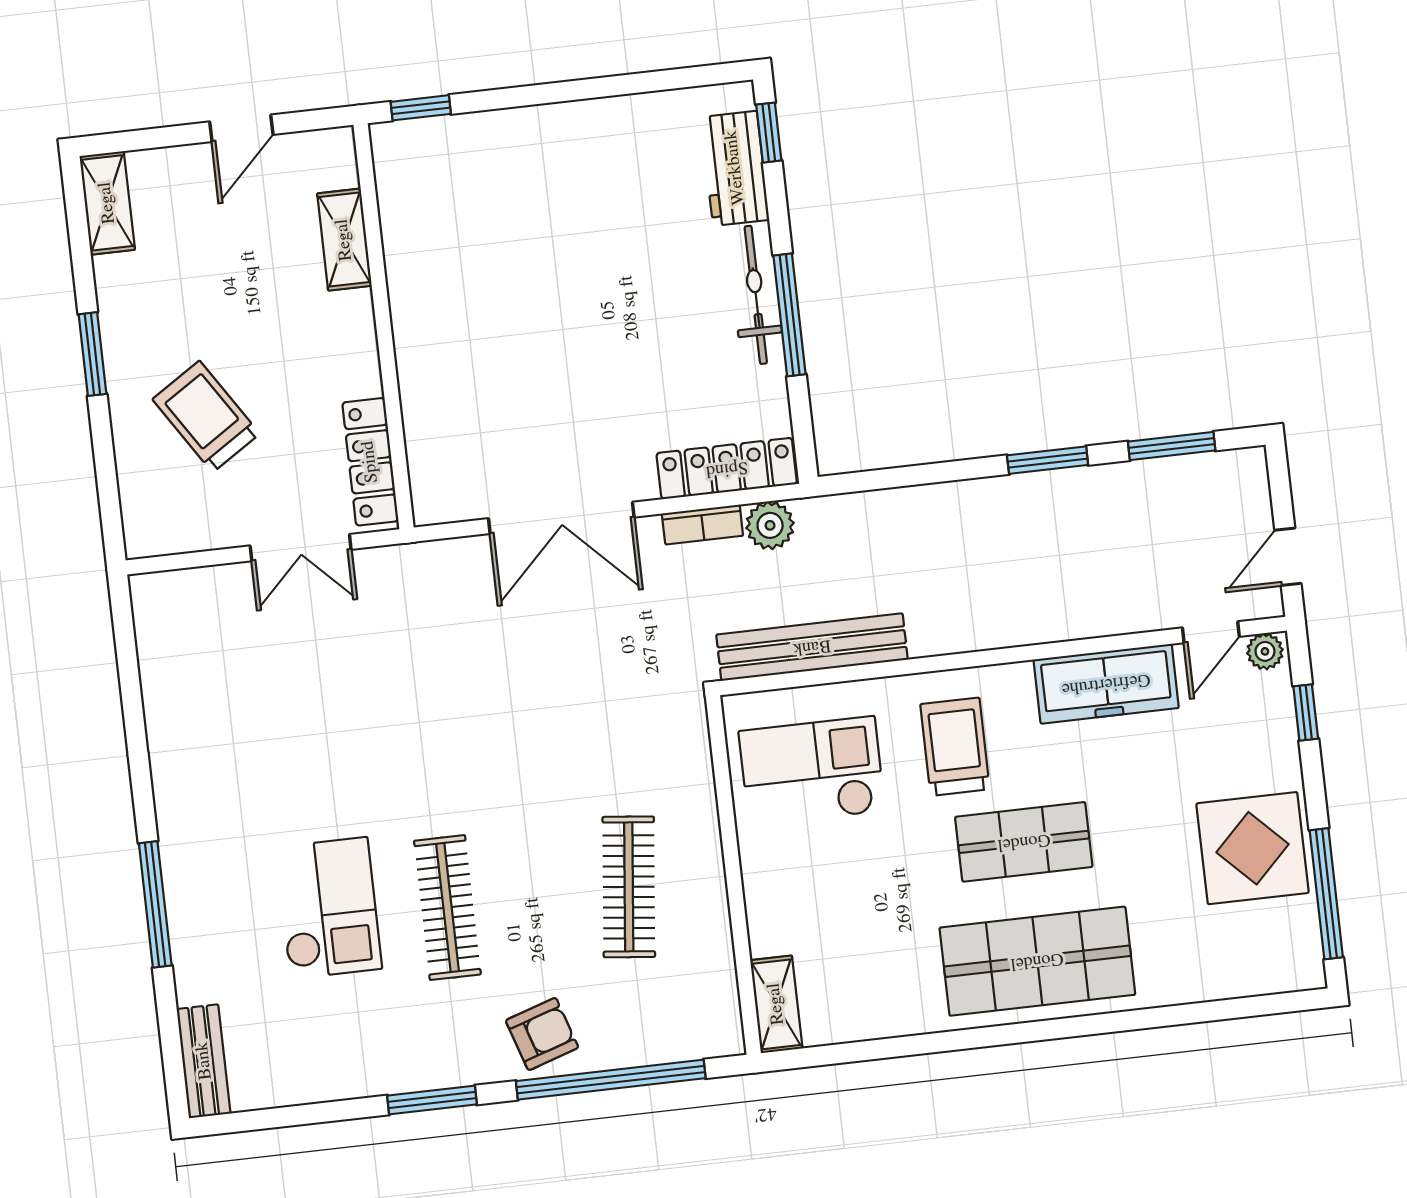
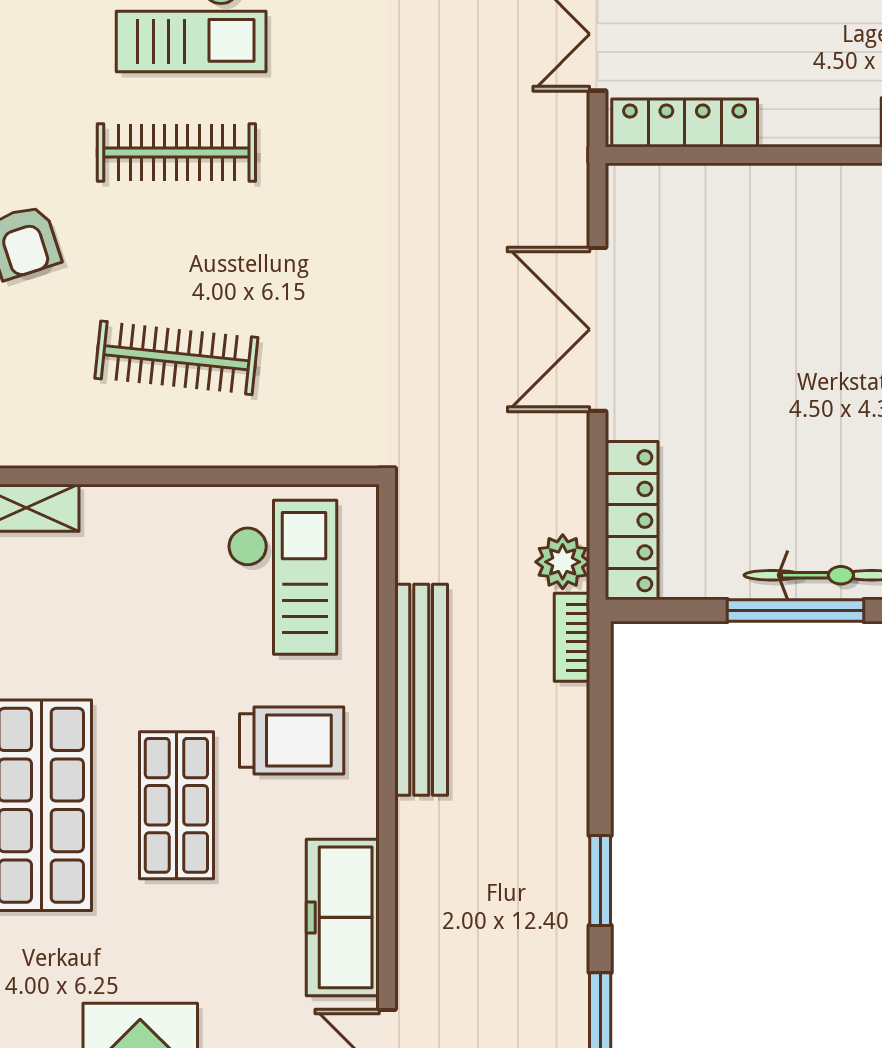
bookcase: (702, 525) -> (572, 637), moved
bench: (812, 647) -> (421, 690), moved

